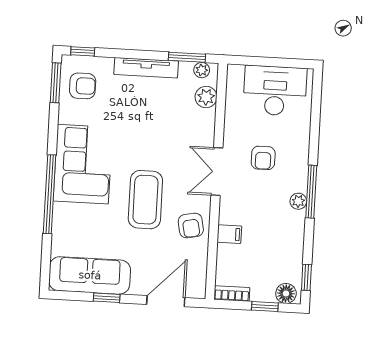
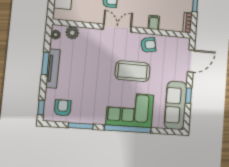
window: (187, 57) -> (45, 63), moved
window: (56, 83) -> (81, 126), moved
corner sofa: (83, 164) -> (130, 110), moved
double door: (217, 172) -> (117, 28), swing flipped
door: (166, 301) -> (191, 61), swing flipped

